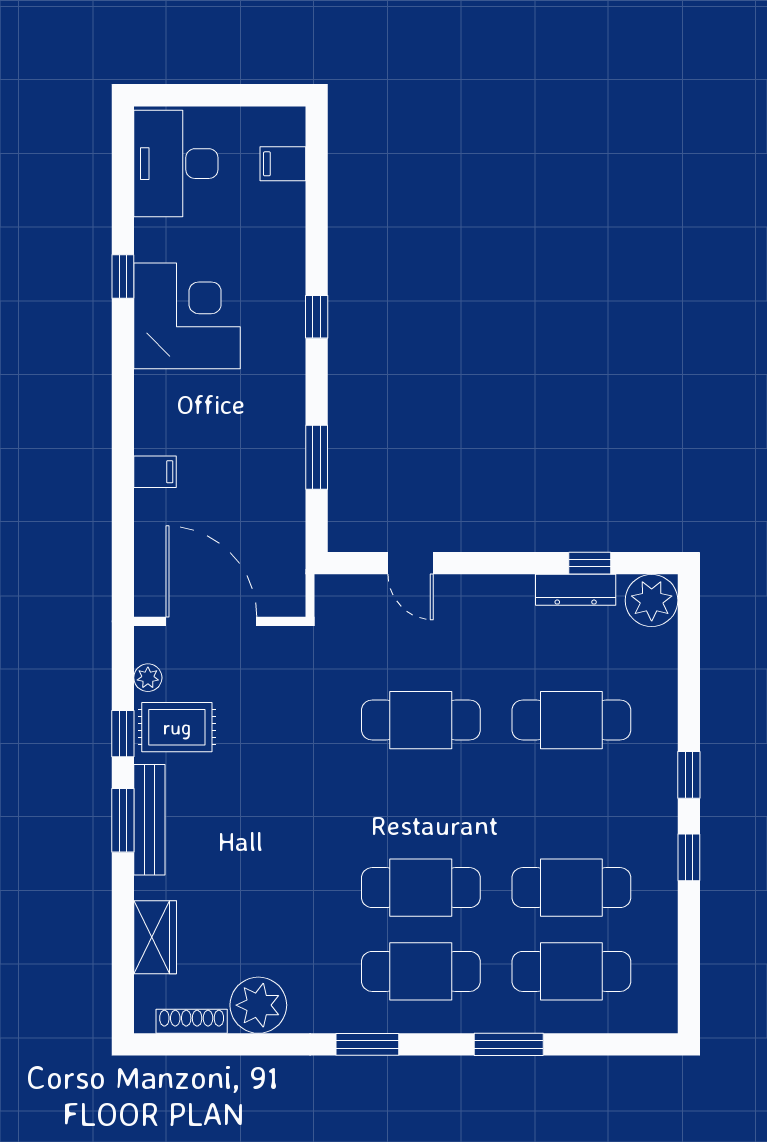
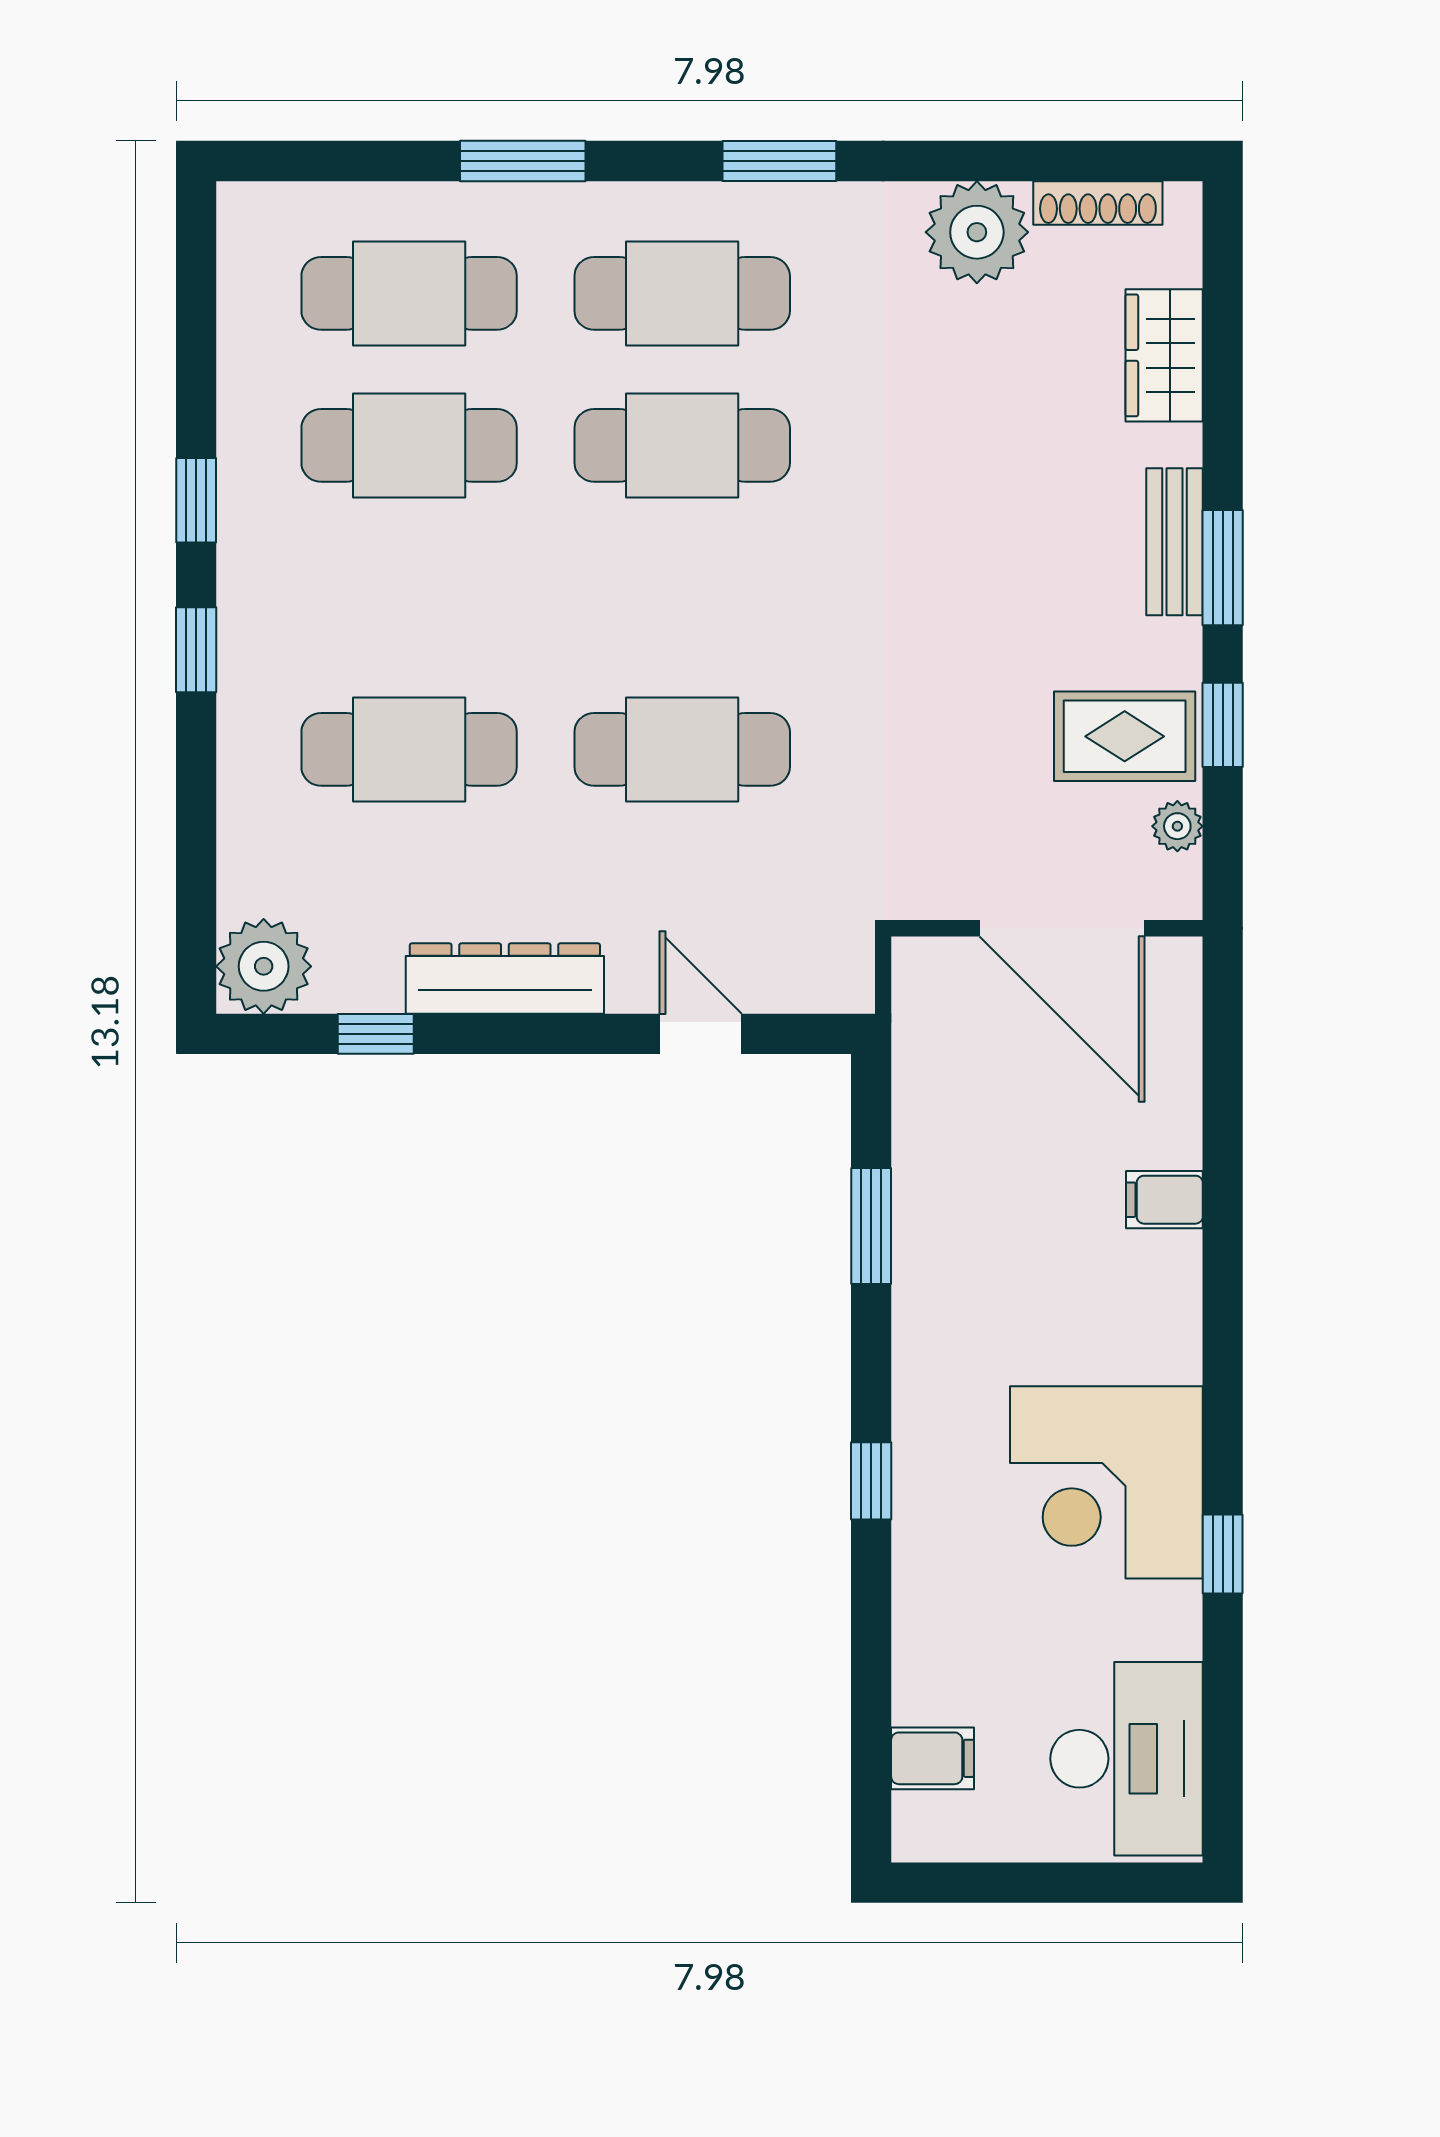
dresser: (576, 590) -> (505, 979), moved, width x1.37, depth x1.24
bench: (149, 820) -> (1175, 542), width x0.73

